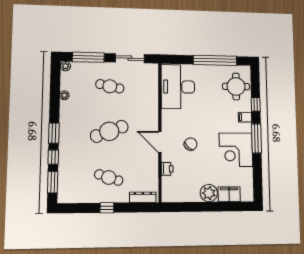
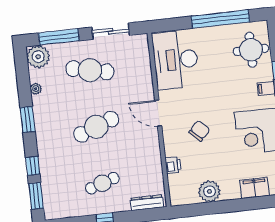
plant: (65, 66) -> (38, 57), width x1.87, depth x1.87
cafe table: (110, 86) -> (90, 70), width x1.37, depth x1.35
window: (54, 133) -> (28, 120), moved
door: (160, 142) -> (158, 113), moved
cafe table: (109, 177) -> (102, 183), turned -36
plant: (209, 193) -> (209, 191), moved

